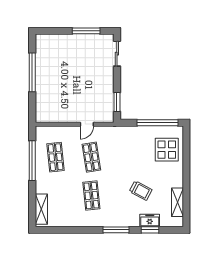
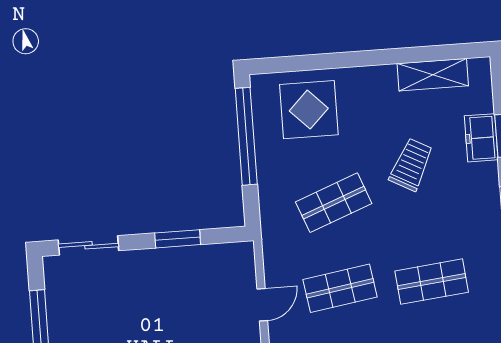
window: (117, 102) -> (178, 239), moved
door: (87, 124) -> (262, 305), hinge flipped
shop shelf: (127, 157) -> (334, 203), added

